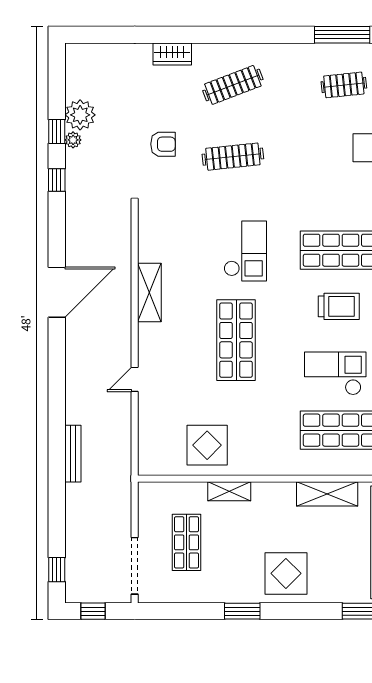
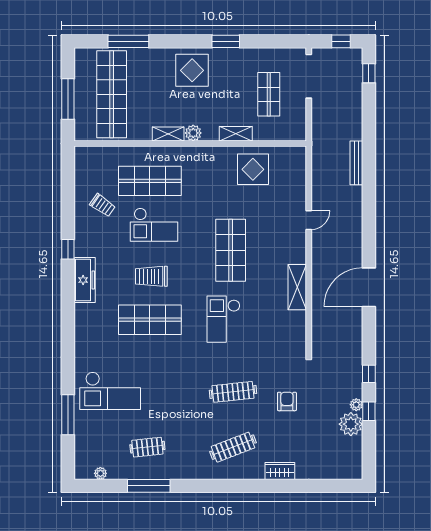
armchair: (163, 144) -> (287, 401), turned 90
plant: (284, 492) -> (193, 133), added
shelving: (327, 494) -> (168, 134), width x0.67, depth x0.75

